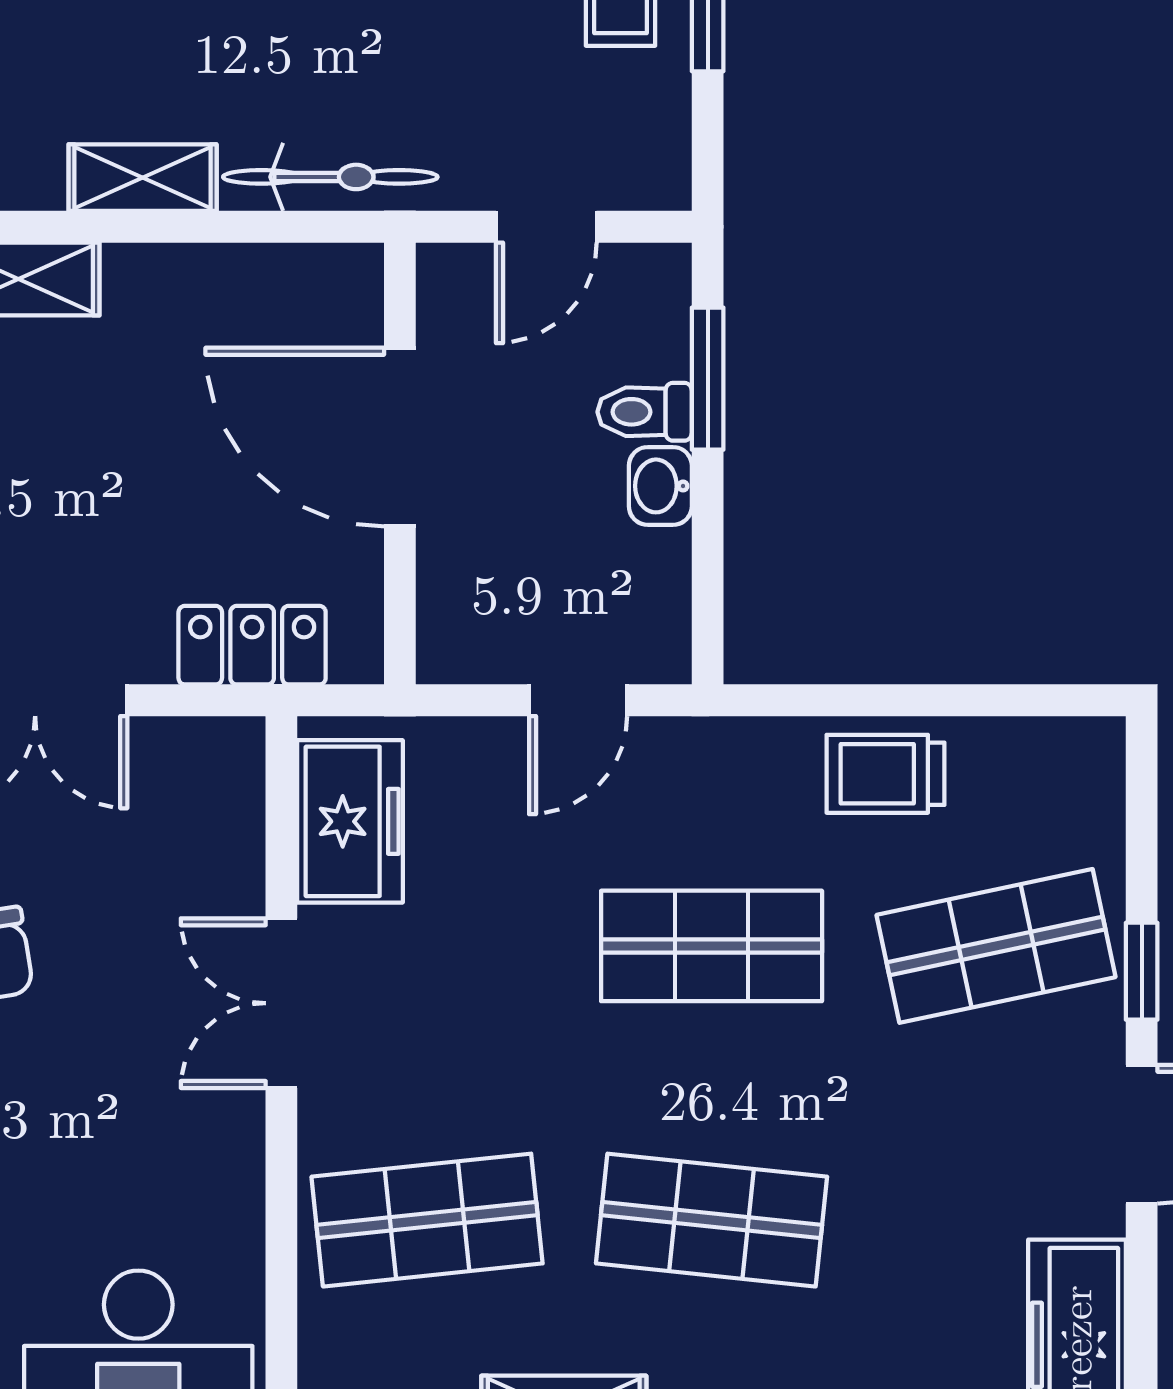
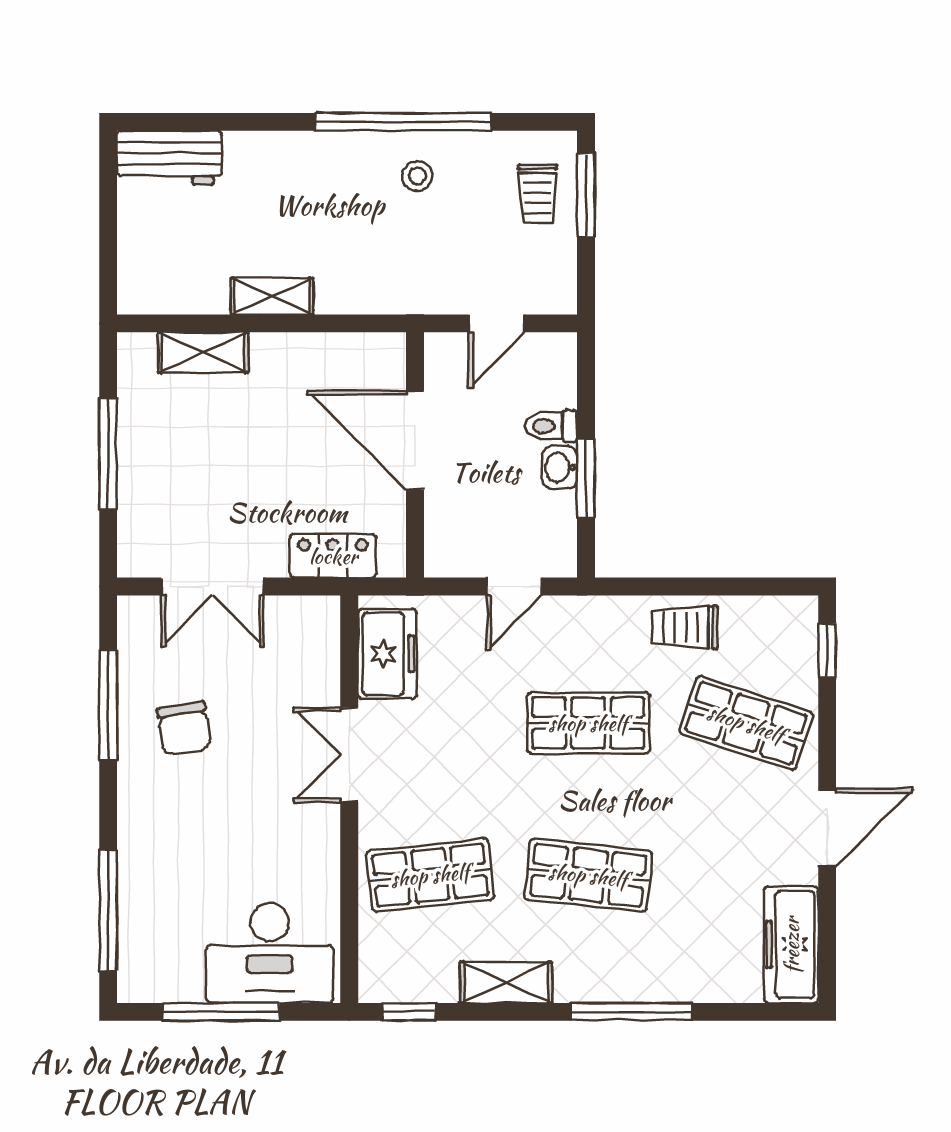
bicycle: (330, 177) -> (376, 296), removed
window: (708, 379) -> (586, 478), moved
shop shelf: (996, 946) -> (746, 723), turned 30
window: (1142, 971) -> (827, 651), moved

